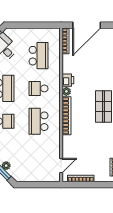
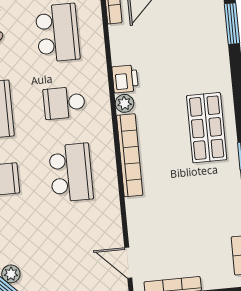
school desk: (39, 121) -> (71, 173), turned 180
door: (61, 166) -> (128, 263), swing flipped

